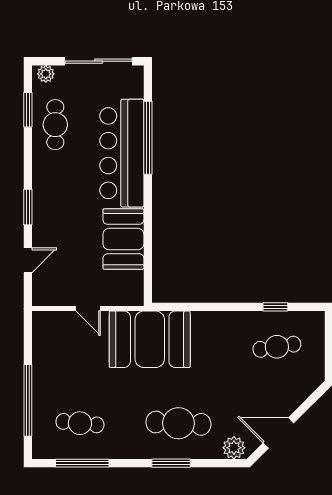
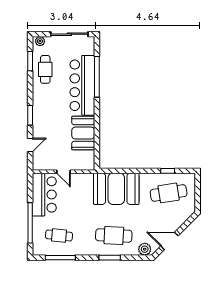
booth: (150, 339) -> (116, 189), moved
cafe table: (277, 347) -> (169, 193), width x1.37, depth x1.35
bar counter: (53, 350) -> (44, 195), added

